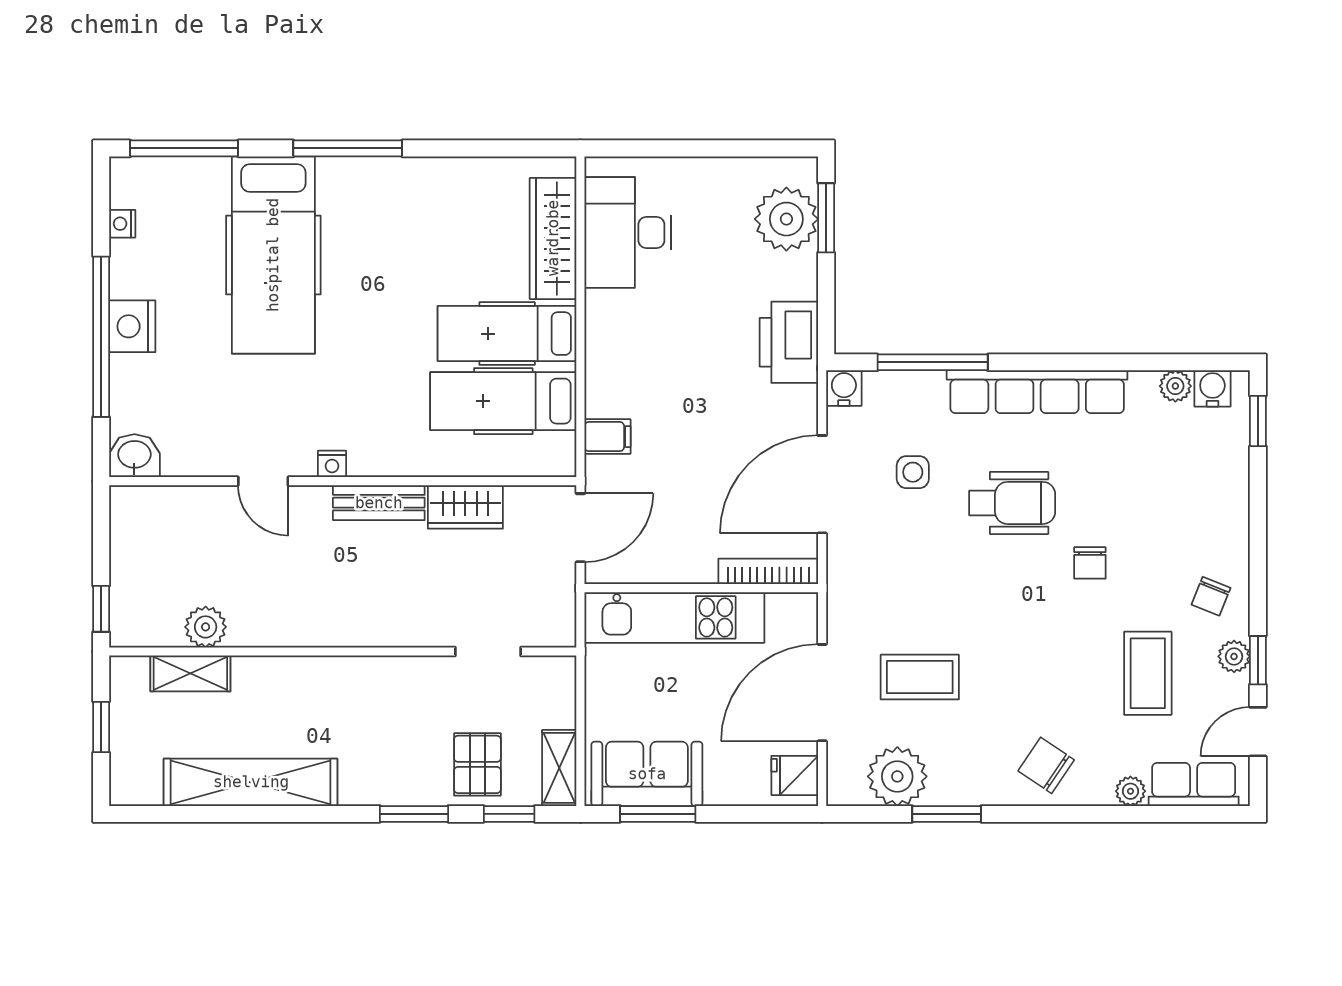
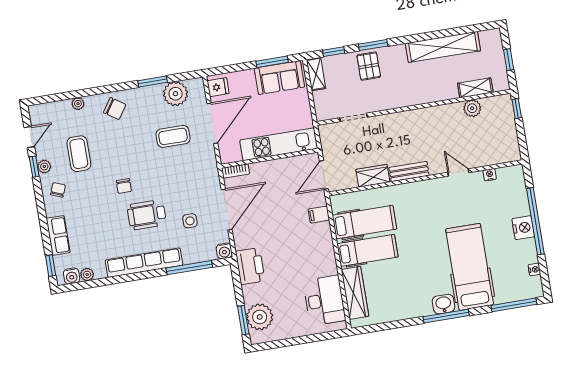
washbasin: (134, 456) -> (443, 304), moved, turned 180
nightstand: (332, 464) -> (490, 175), moved
chair: (1090, 563) -> (124, 186), moved, turned 180
bookcase: (768, 571) -> (236, 171), width x0.64
pallet: (477, 764) -> (369, 66), moved
row of seats: (1194, 784) -> (58, 235), moved, turned -90

